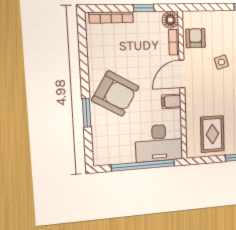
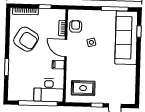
floor lamp: (170, 20) -> (61, 14), removed
door: (182, 74) -> (66, 48), hinge flipped
armchair: (115, 94) -> (26, 39), moved
rug: (212, 134) -> (83, 88), turned 90

